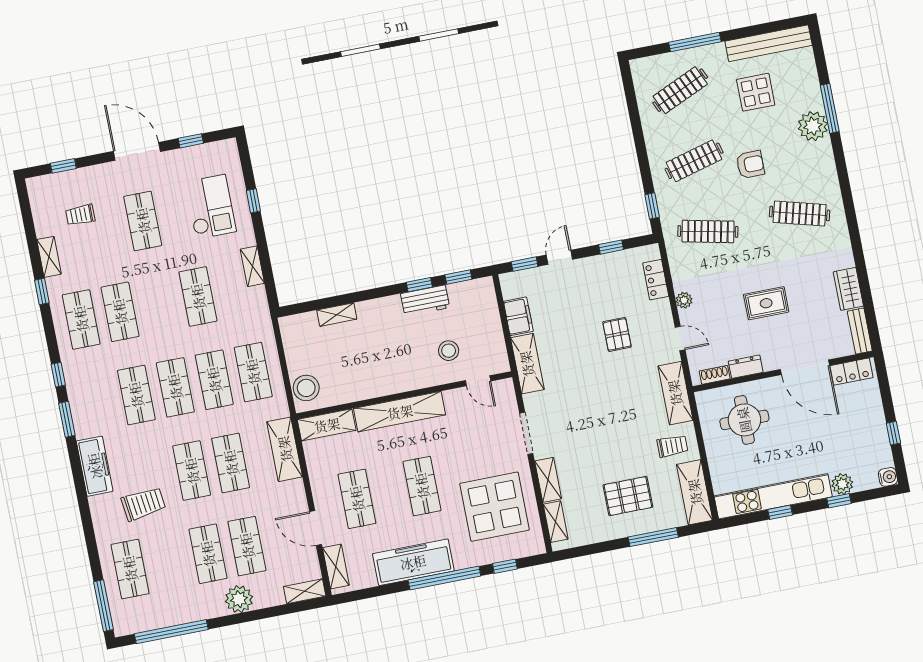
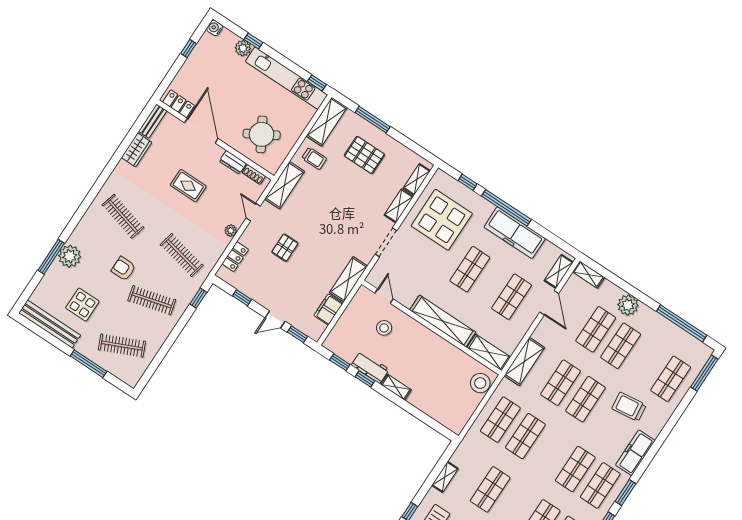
shelving: (337, 315) -> (396, 387), moved
shop shelf: (175, 387) -> (600, 485), moved
round table: (744, 420) -> (262, 134), turned -30
trolley: (672, 446) -> (314, 158), turned 180
window: (780, 512) -> (317, 83), moved

